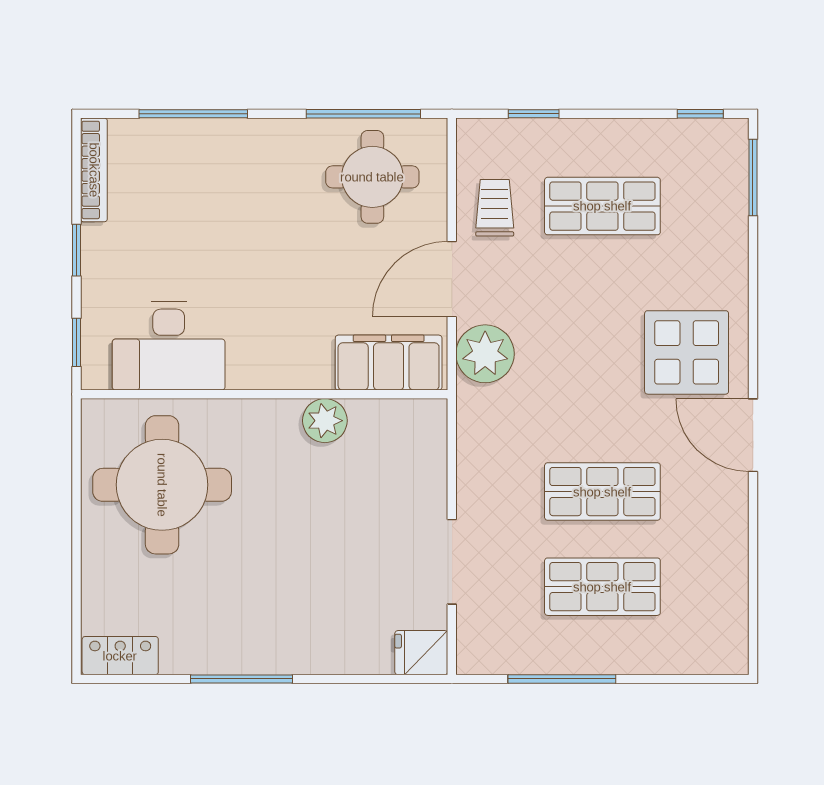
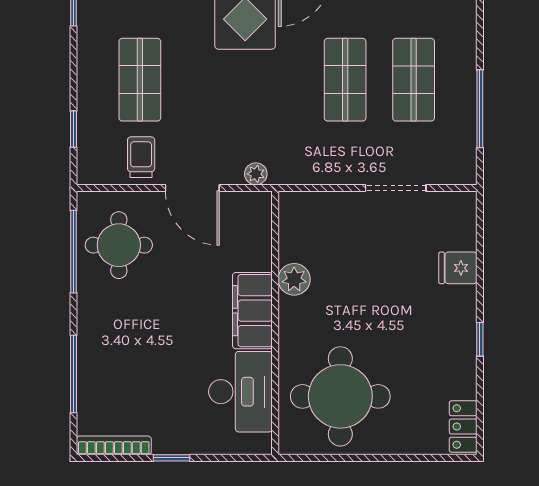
trolley: (495, 208) -> (141, 157), turned 90
window: (77, 342) -> (238, 458), removed
plant: (485, 354) -> (256, 174), width x0.53, depth x0.53
filing cabinet: (389, 363) -> (252, 311), moved
fridge: (421, 653) -> (458, 268), moved, turned 90
window: (242, 679) -> (480, 339), width x0.46

